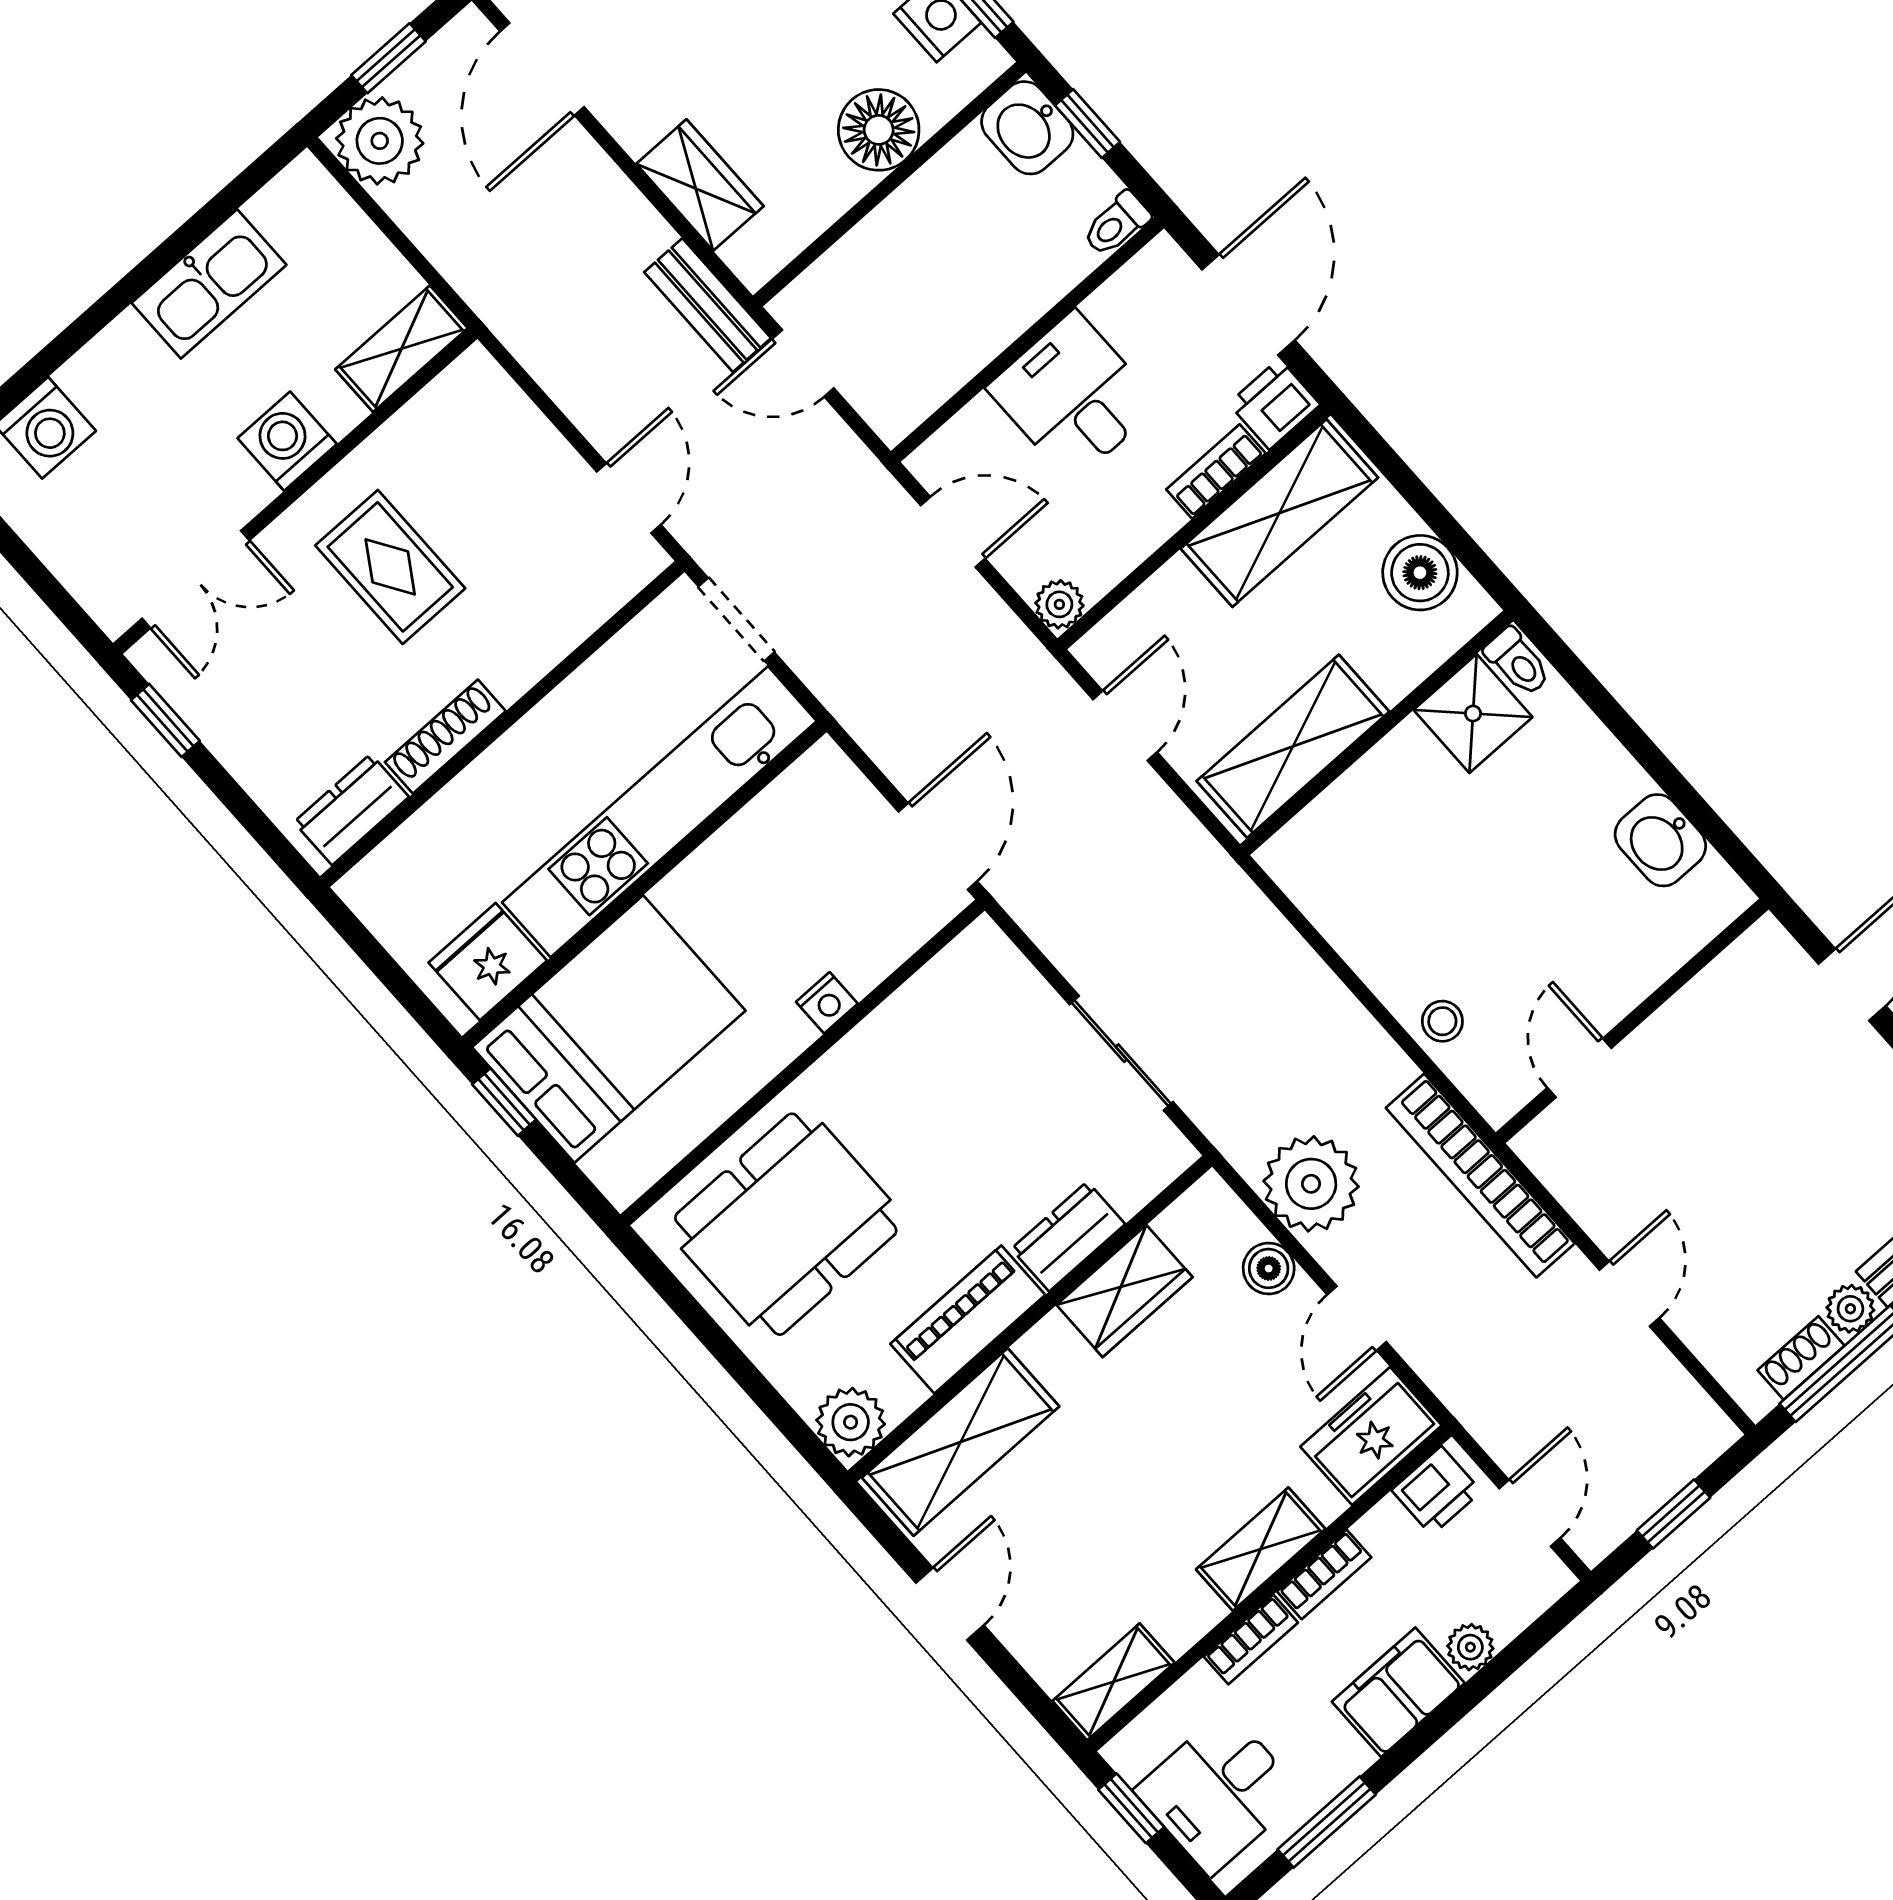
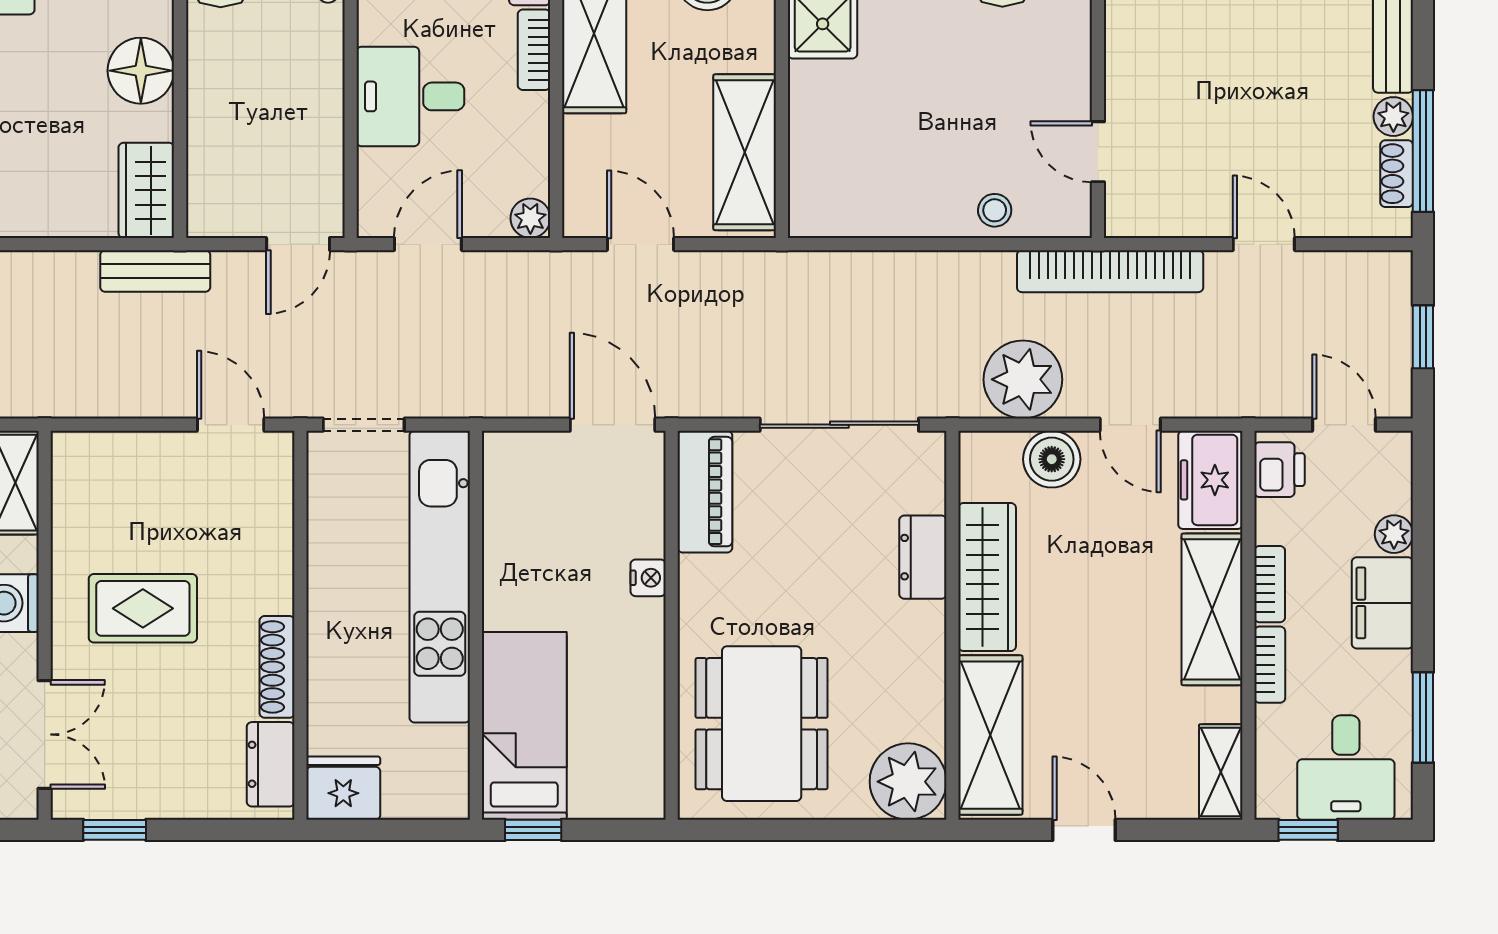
wardrobe: (700, 185) -> (146, 190), moved, turned -90
door: (803, 363) -> (298, 244), moved
fridge: (488, 962) -> (343, 788), moved, turned 90
bed: (609, 1029) -> (524, 726), width x0.67
sliding door: (1121, 1053) -> (839, 425), width x1.37
boiler: (1269, 1268) -> (1052, 459), width x1.36, depth x1.36
wardrobe: (1125, 1291) -> (987, 577), width x1.50
piano: (968, 1319) -> (705, 492), moved, turned 180
plant: (851, 1422) -> (908, 782), width x1.36, depth x1.36
shelving: (1261, 1549) -> (1212, 609), width x1.50, depth x1.33

